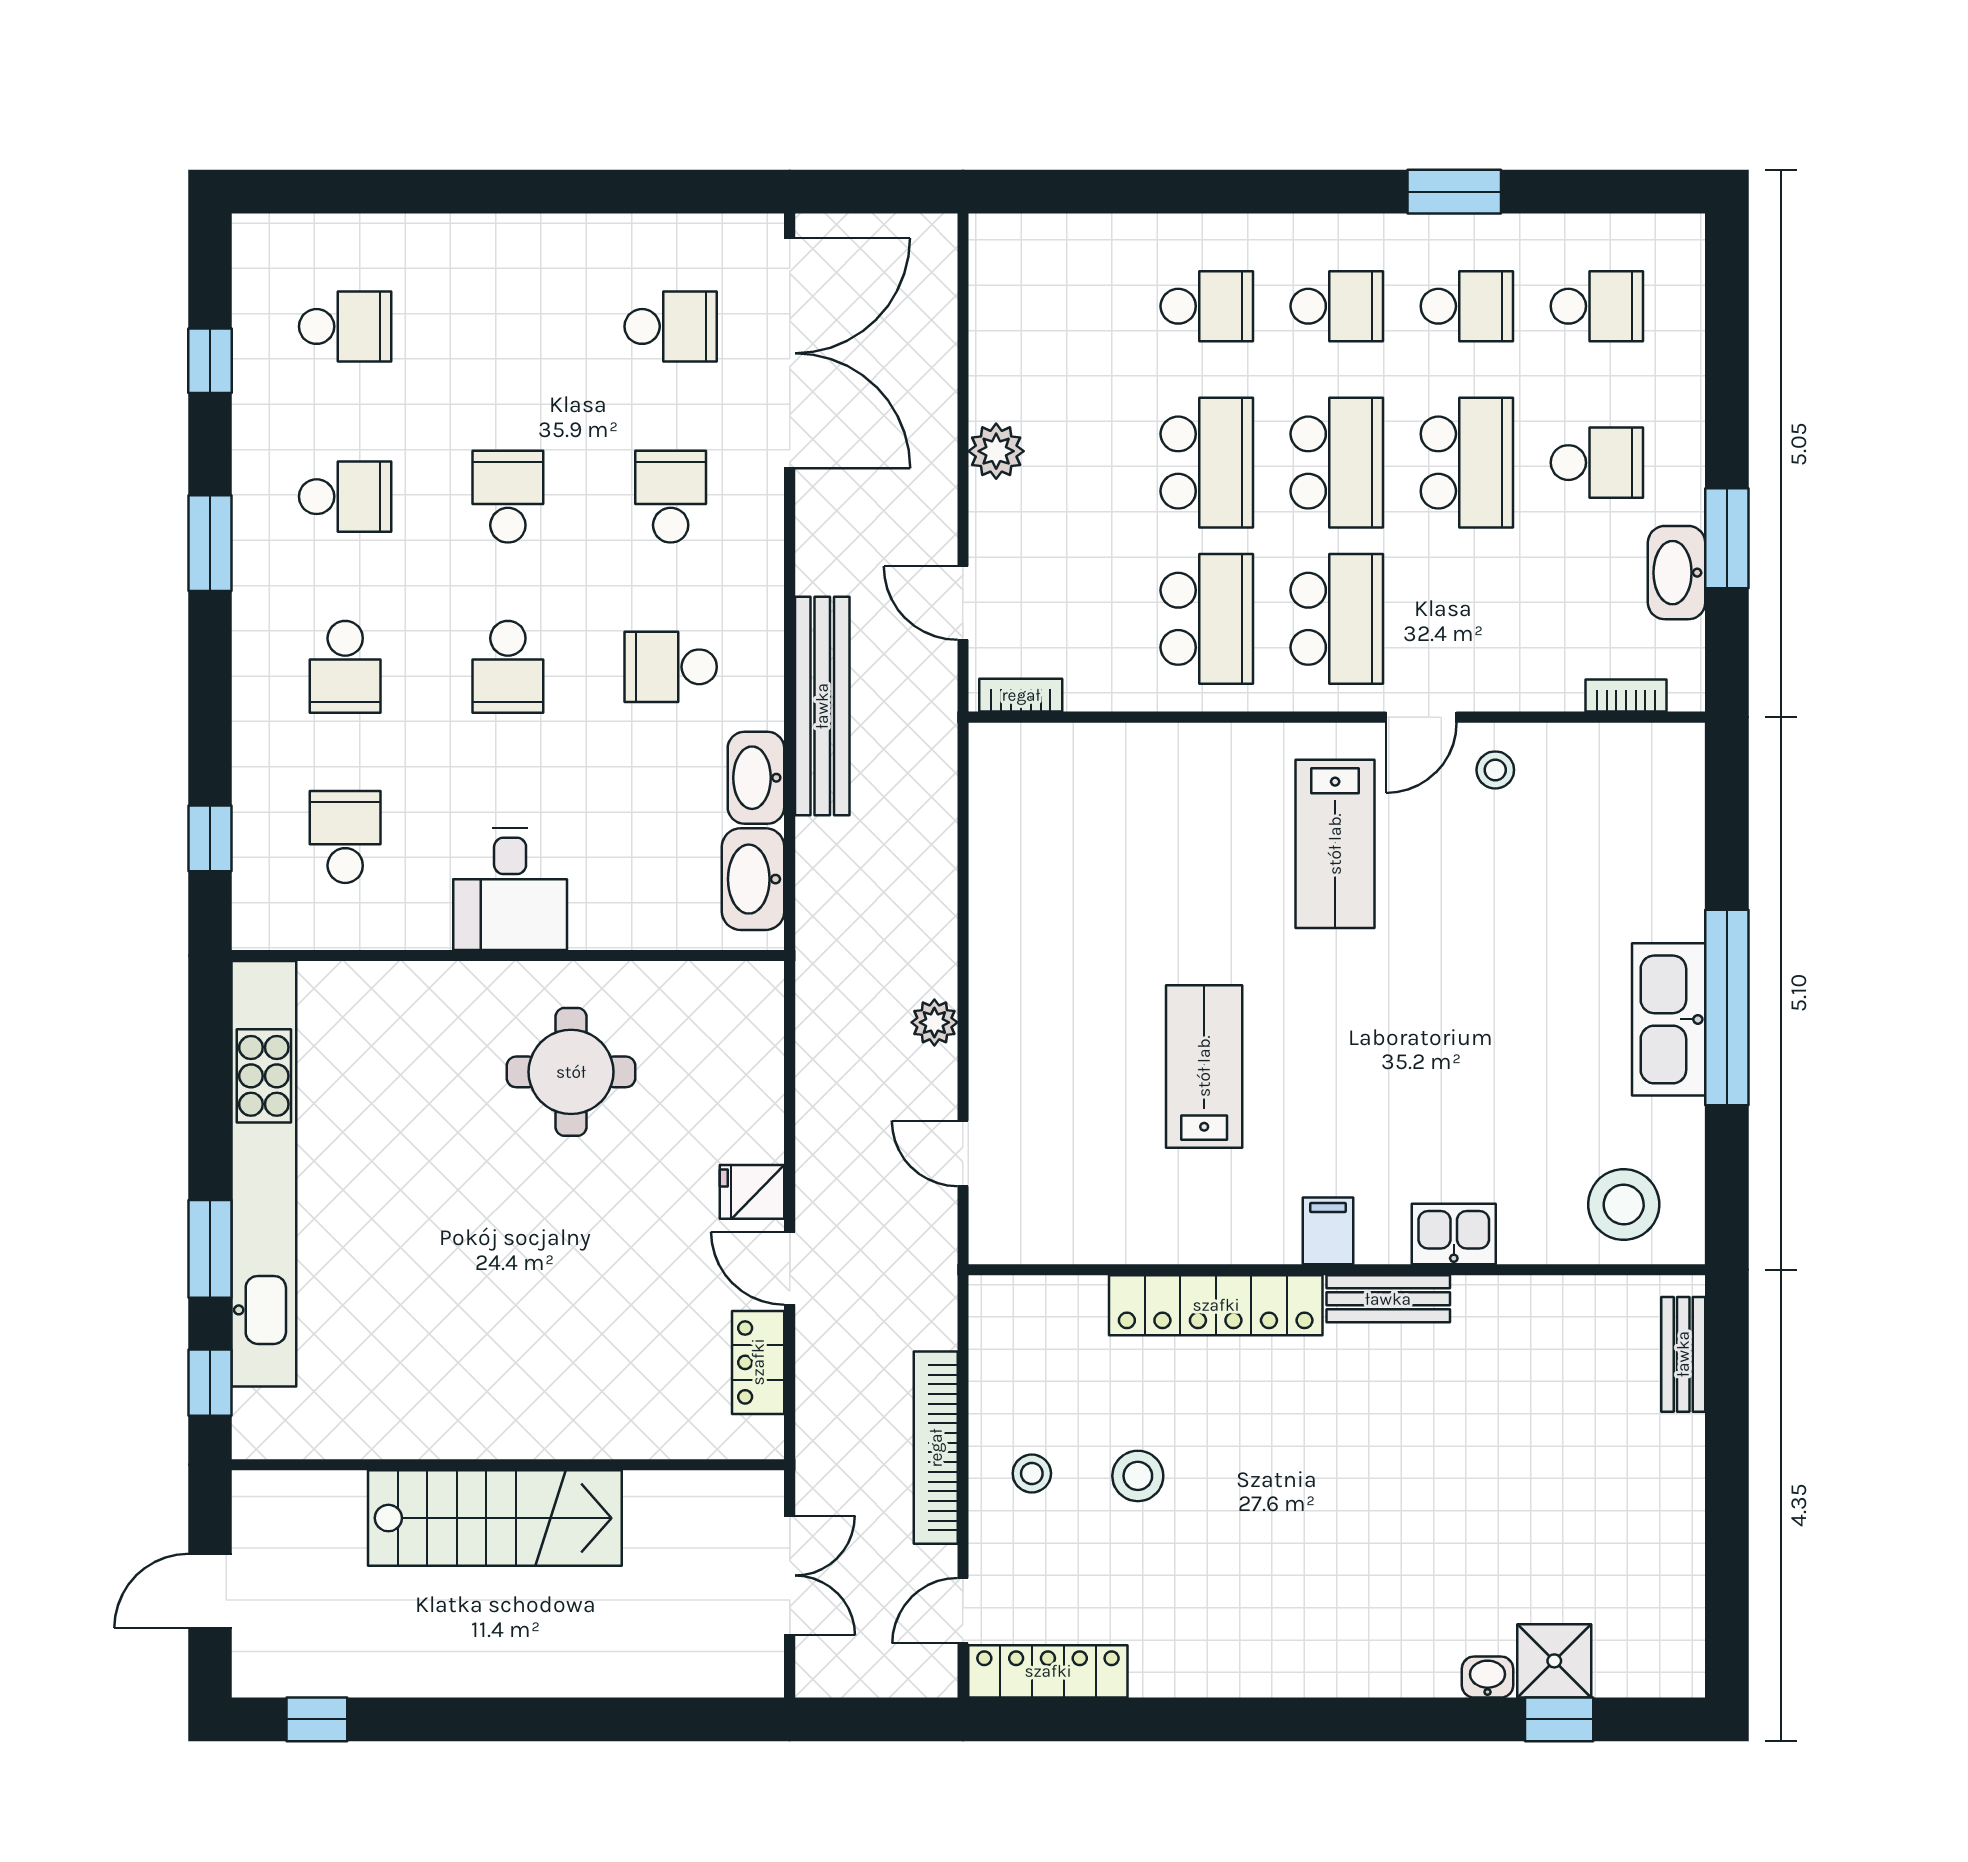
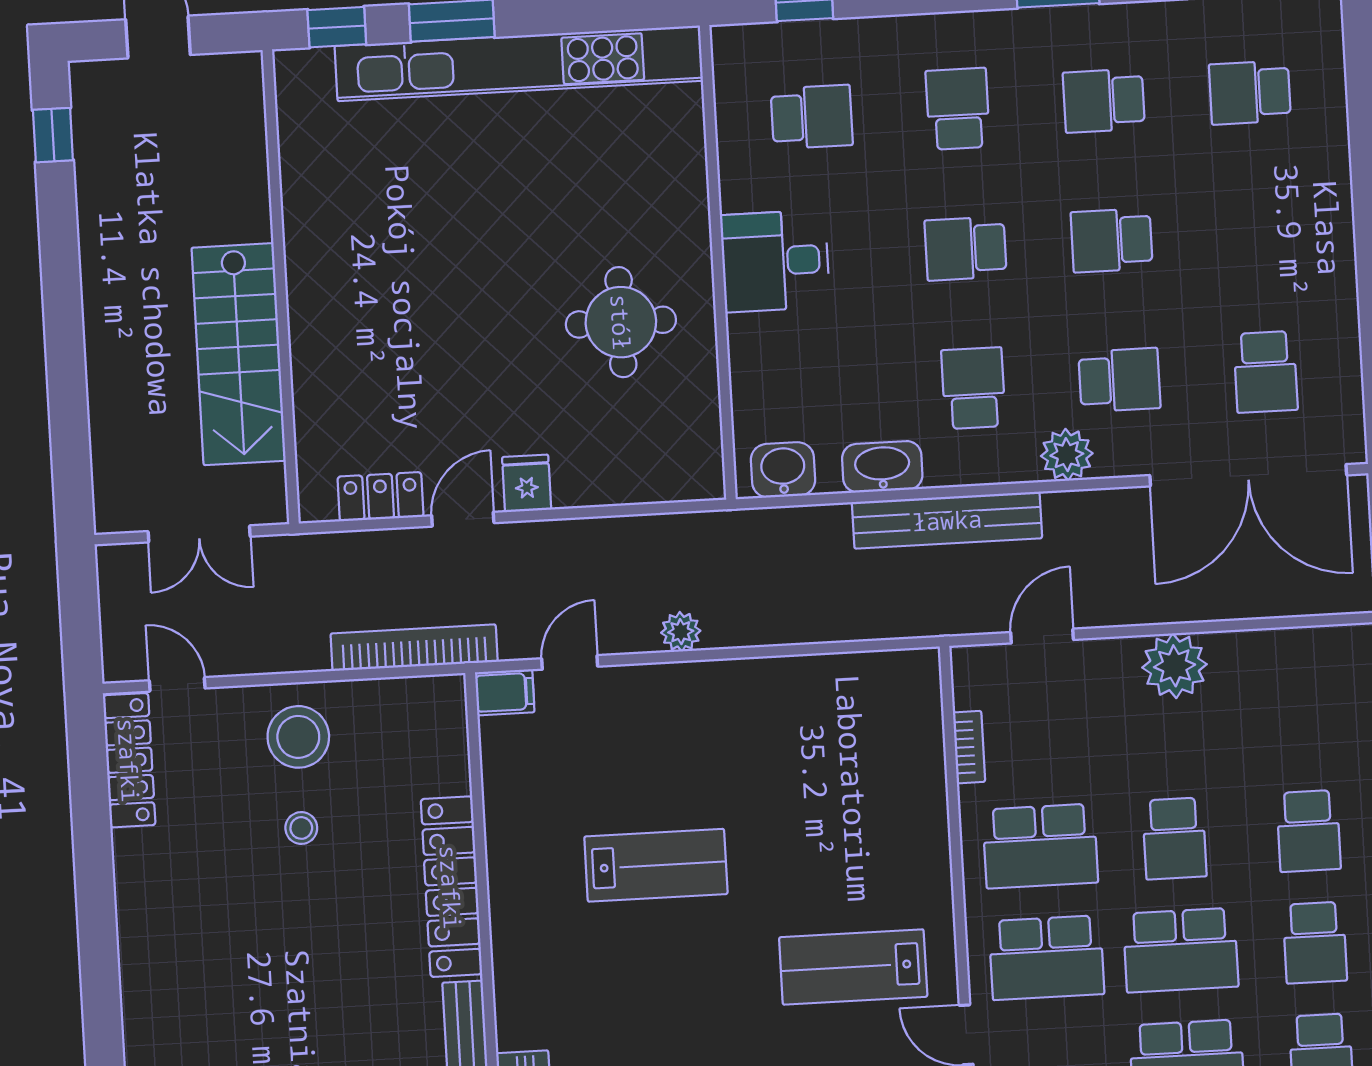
school desk: (345, 326) -> (1250, 92), turned 90
plant: (996, 451) -> (1175, 666), width x1.36, depth x1.36
school desk: (1207, 463) -> (1174, 839), width x0.54
school desk: (345, 497) -> (1104, 101), turned 90
school desk: (508, 497) -> (1112, 240), turned 180
plant: (754, 563) -> (1067, 455), added
school desk: (345, 667) -> (958, 109), turned 90
bookcase: (1021, 695) -> (969, 747), moved
washbasin: (753, 879) -> (783, 470), width x0.72
filing cabinet: (1328, 1231) -> (505, 692), moved
bookcase: (936, 1448) -> (414, 648), moved
stool: (1032, 1473) -> (298, 737), width x1.89, depth x1.89
stool: (1138, 1476) -> (301, 828), width x0.73, depth x0.73
stairs: (495, 1518) -> (239, 354), moved

